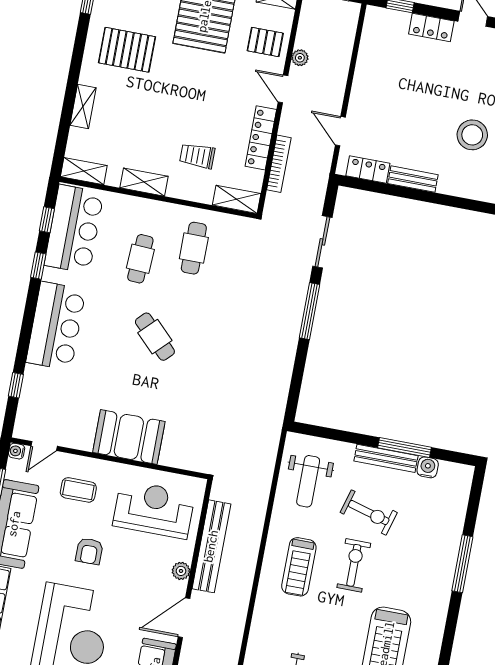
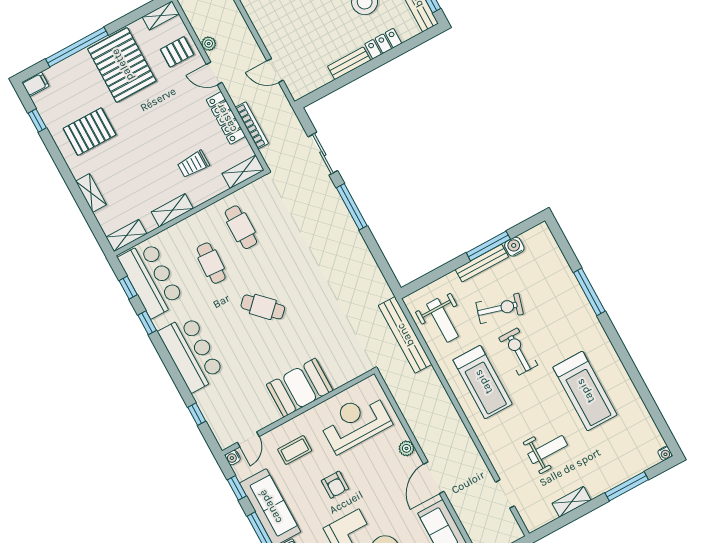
locker: (368, 170) -> (383, 44), moved
bench: (211, 546) -> (405, 335), moved
treadmill: (299, 567) -> (483, 382), width x1.37, depth x1.38

